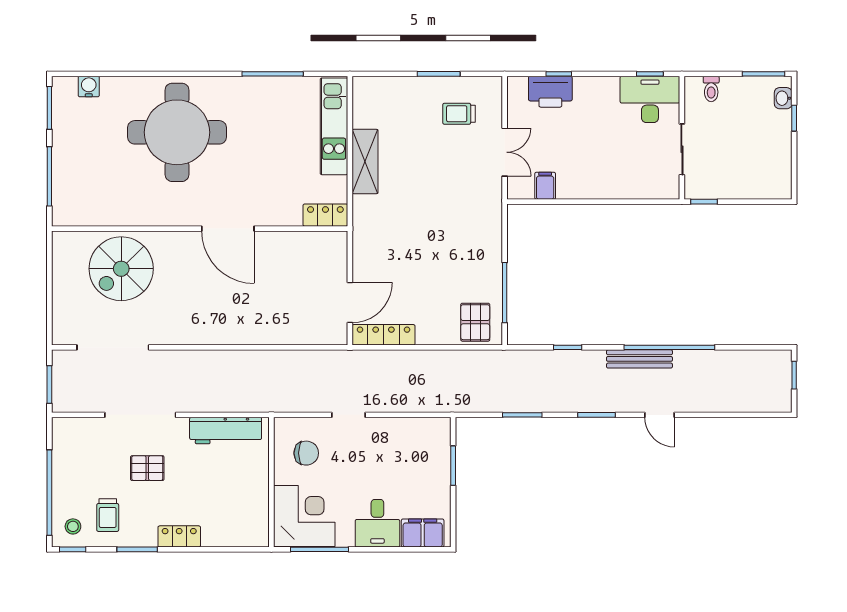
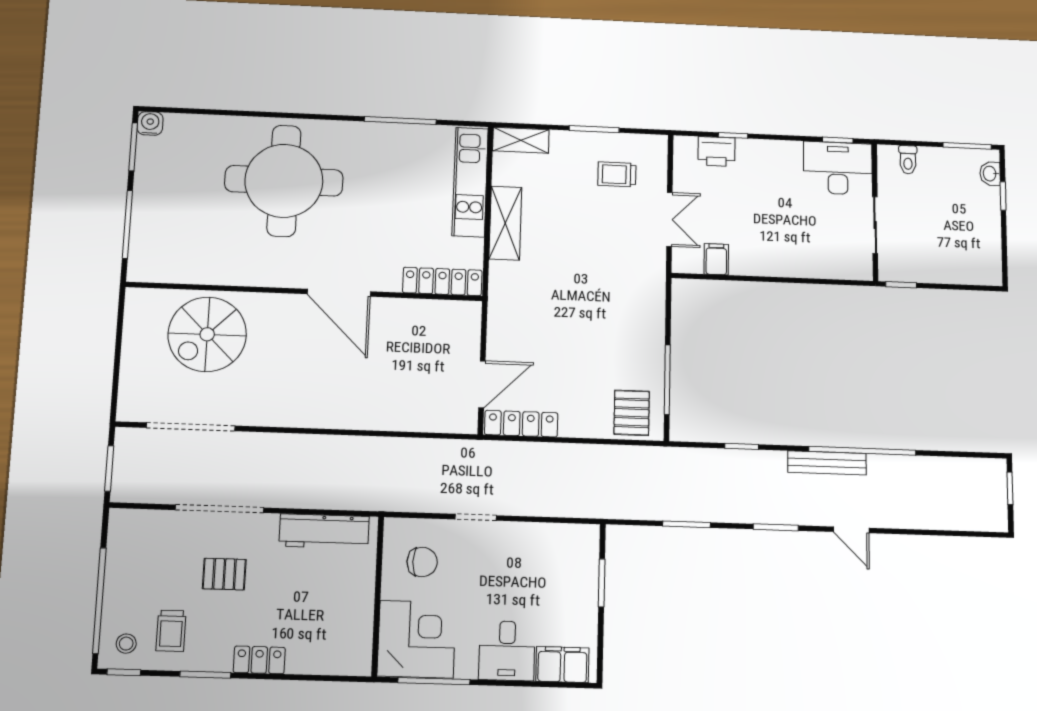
water cooler: (89, 86) -> (150, 123), moved
shelving: (376, 87) -> (521, 140), added
printer: (550, 92) -> (716, 151), width x0.73, depth x0.84
locker: (325, 215) -> (442, 281), width x1.53

